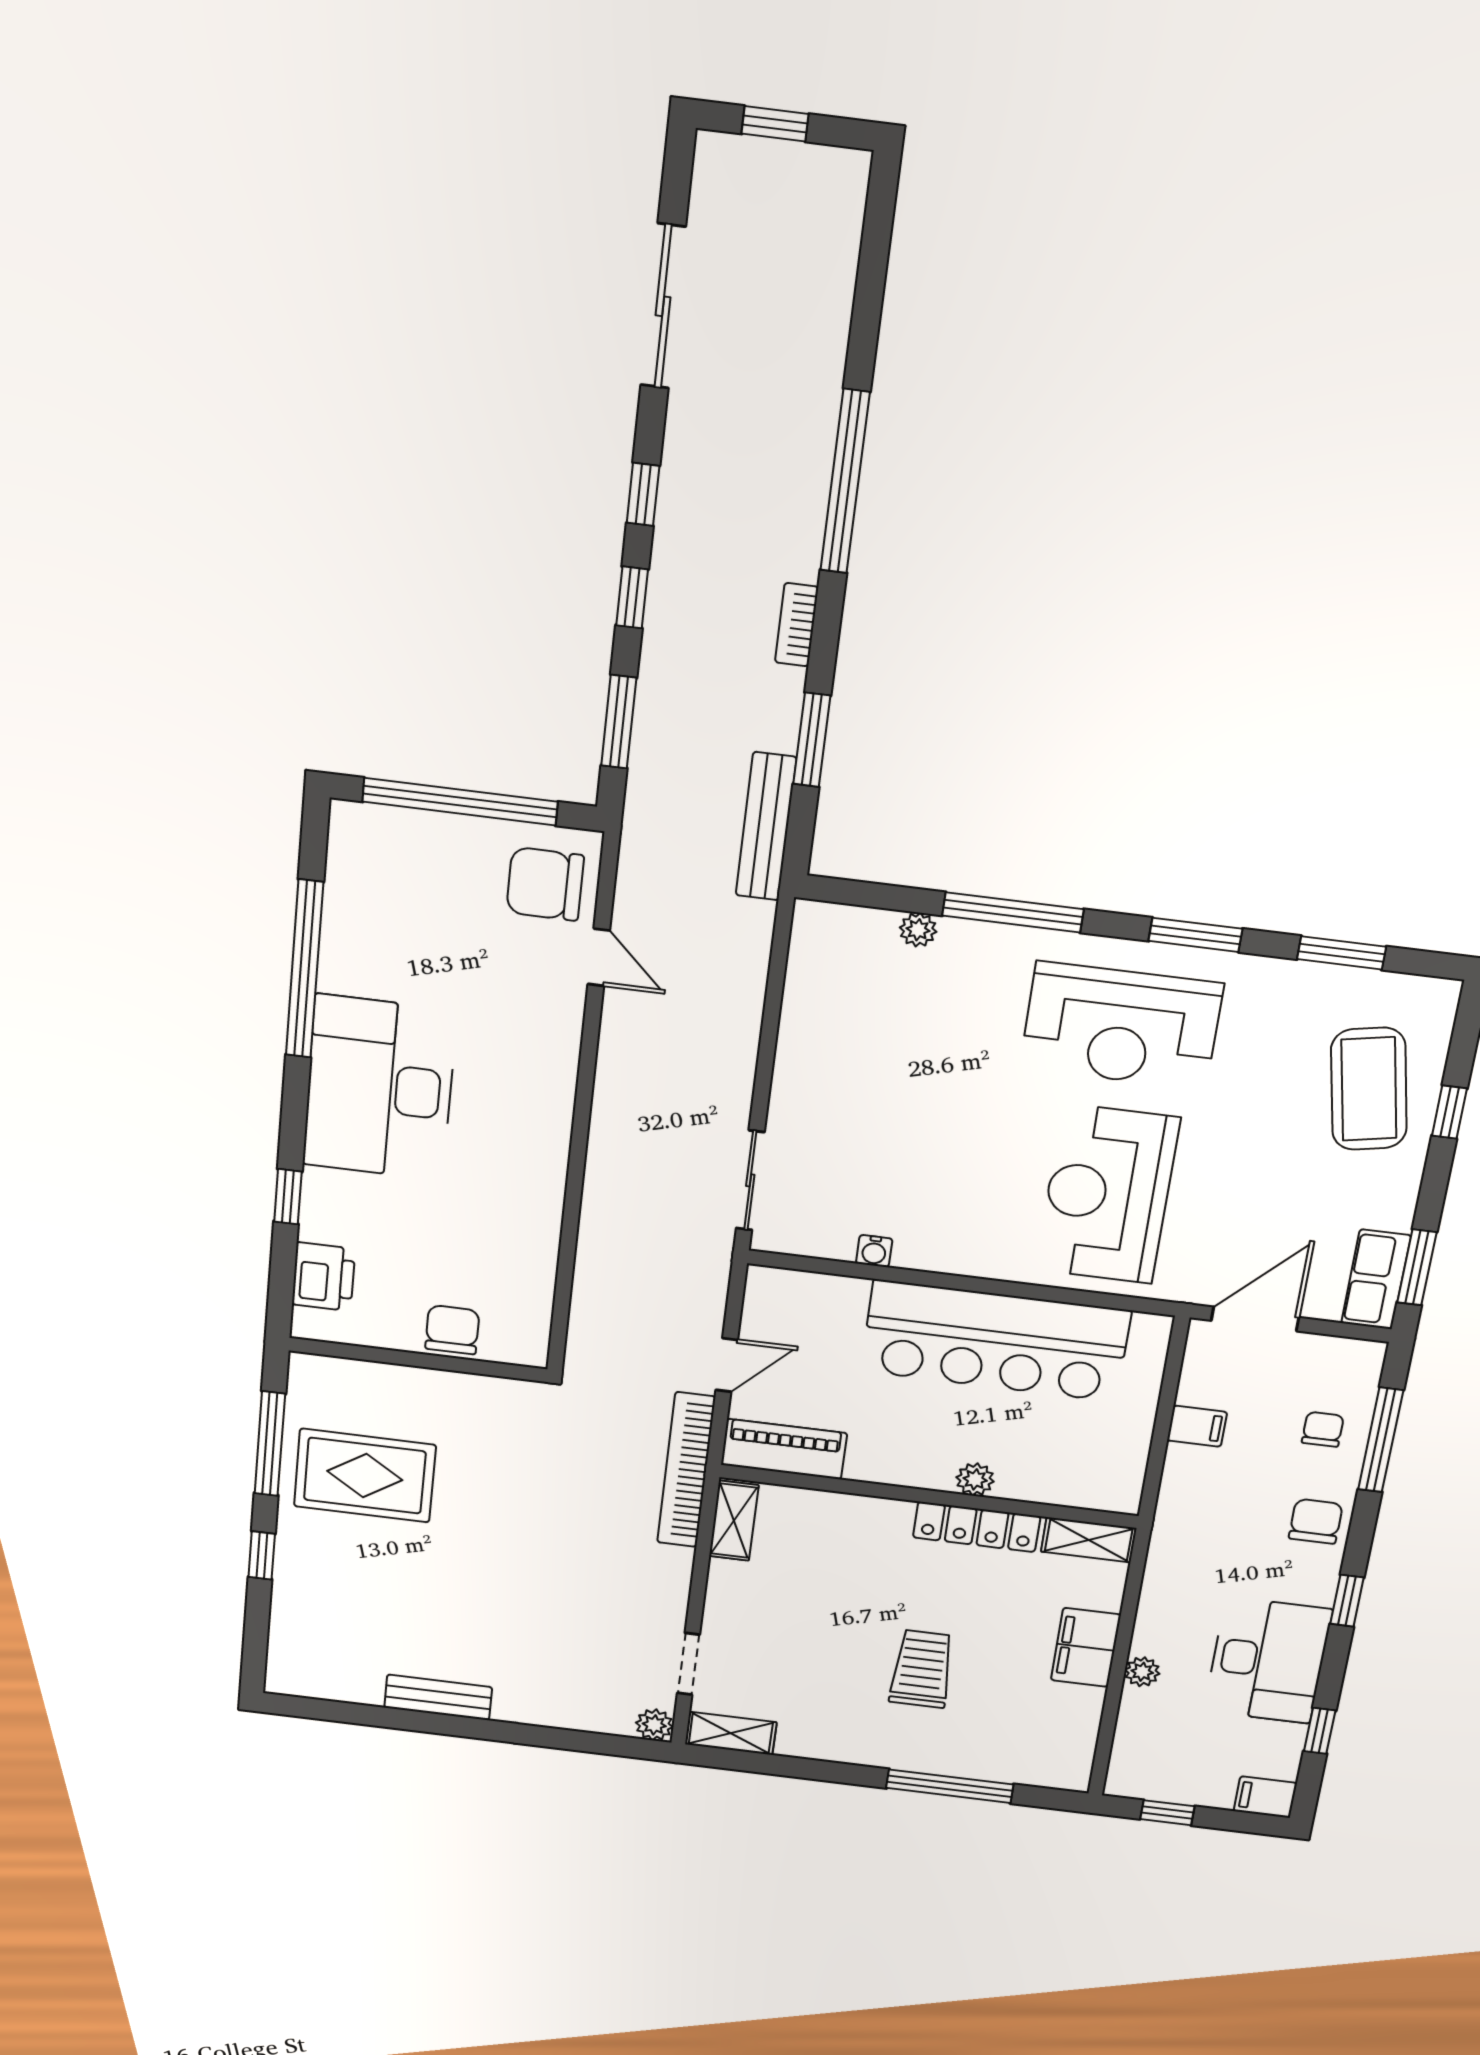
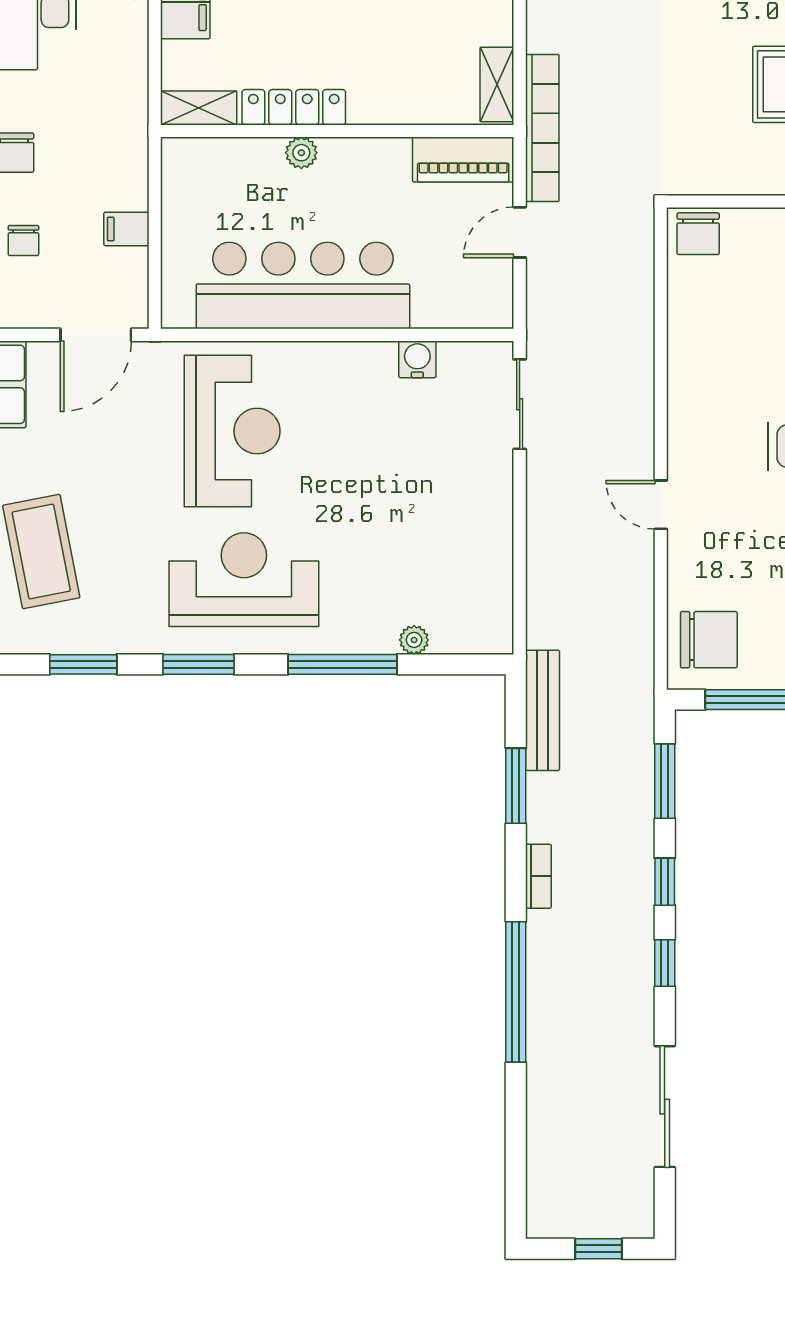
door: (599, 957) -> (661, 505), moved
water cooler: (874, 1251) -> (417, 359), width x1.38, depth x1.38
chair: (452, 1330) -> (698, 234), moved

